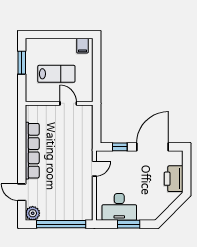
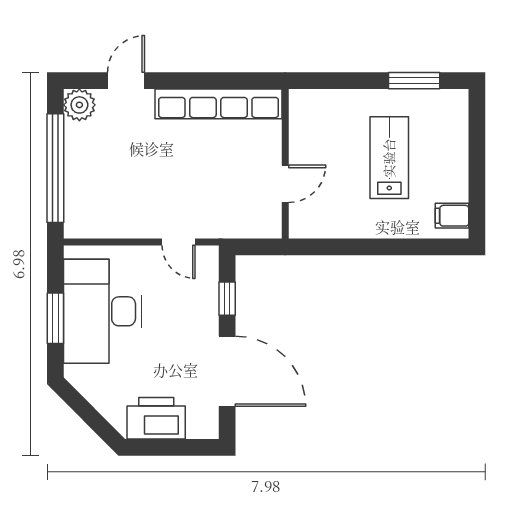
lab bench: (56, 74) -> (389, 158), turned 180
wall: (59, 103) -> (285, 164), moved
door: (68, 103) -> (285, 184), moved
desk: (119, 207) -> (103, 311), width x1.36, depth x1.30

